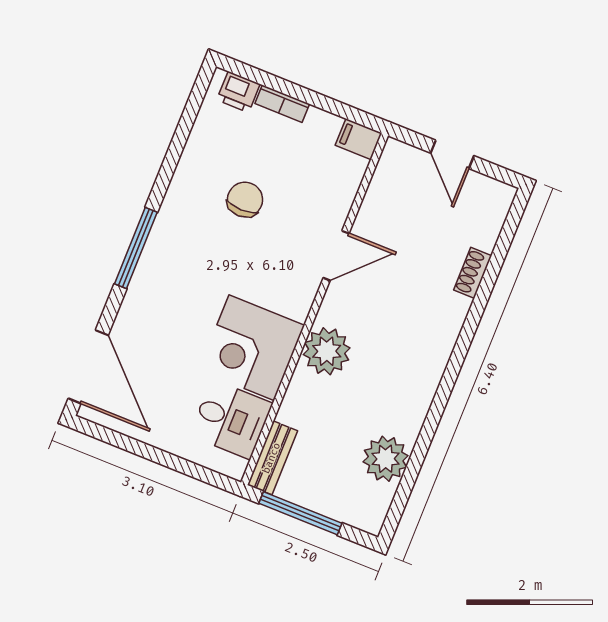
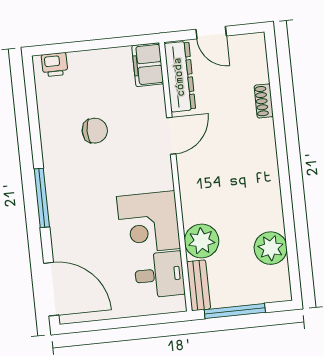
bookcase: (282, 104) -> (86, 57), removed
filing cabinet: (359, 139) -> (148, 65), width x2.00
dresser: (385, 188) -> (180, 77), added
chair: (245, 200) -> (95, 131), turned 90
plant: (327, 351) -> (202, 241), moved

